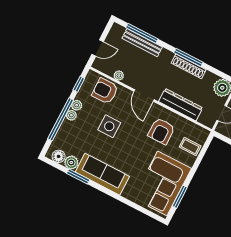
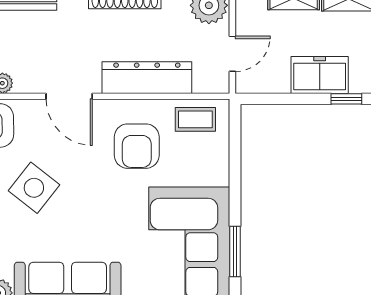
side table: (109, 126) -> (34, 188), turned 38
coffee table: (190, 147) -> (195, 119), moved

